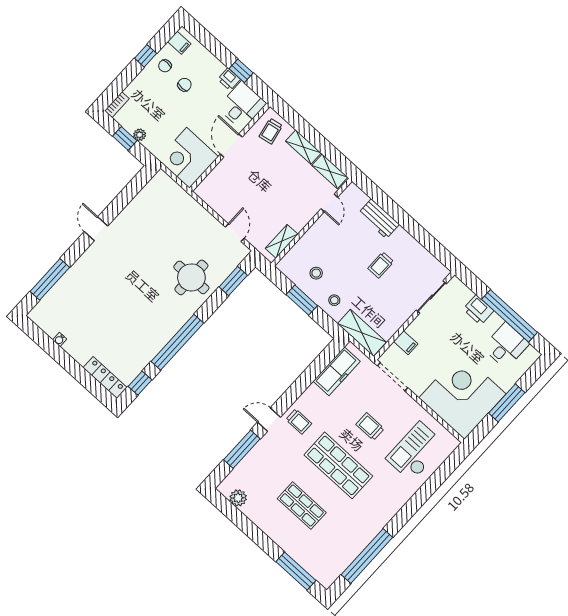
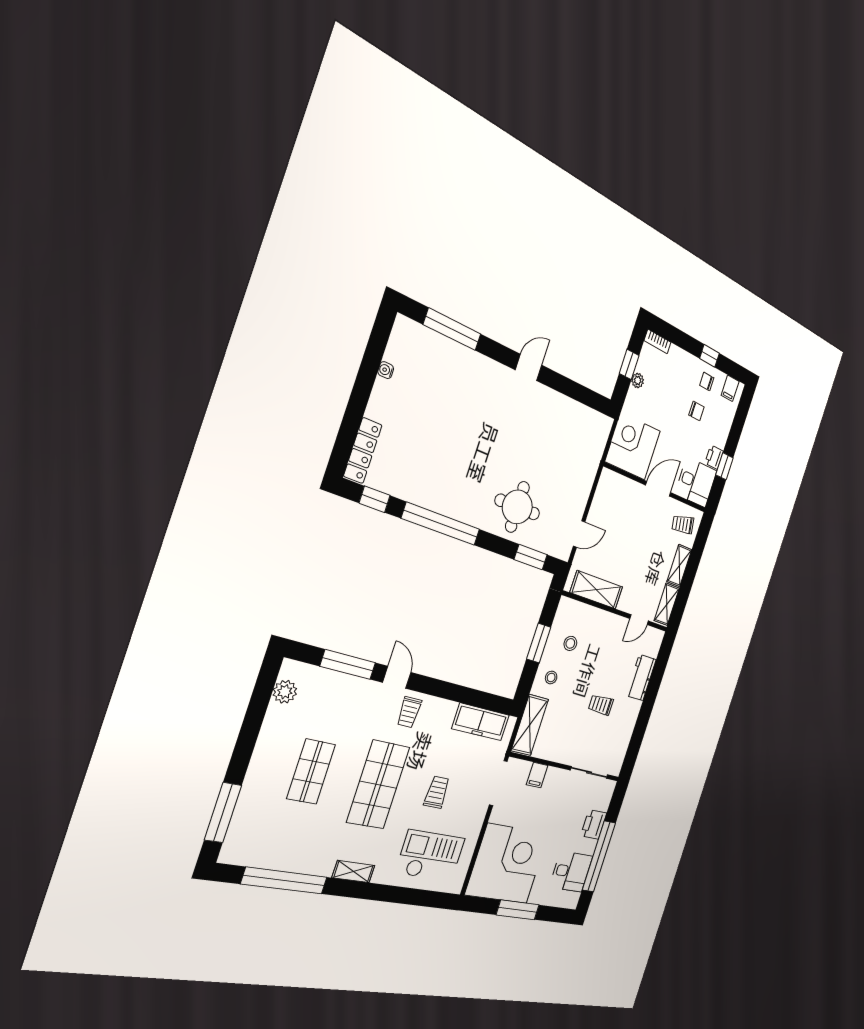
shelving: (282, 241) -> (596, 590), width x1.50, depth x1.33
shelving: (391, 510) -> (353, 872), added

